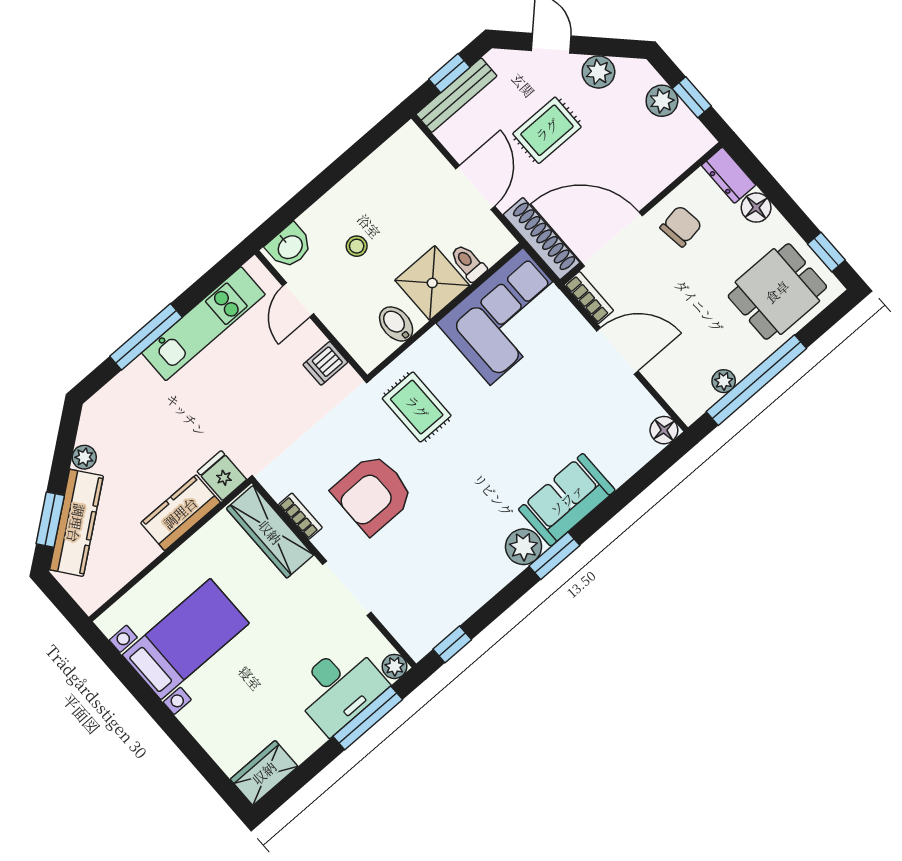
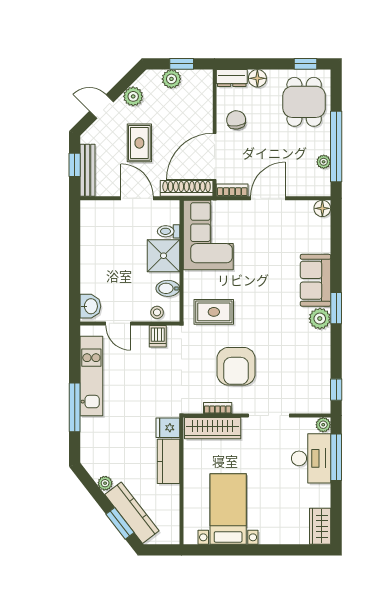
stool: (357, 246) -> (157, 312), moved

